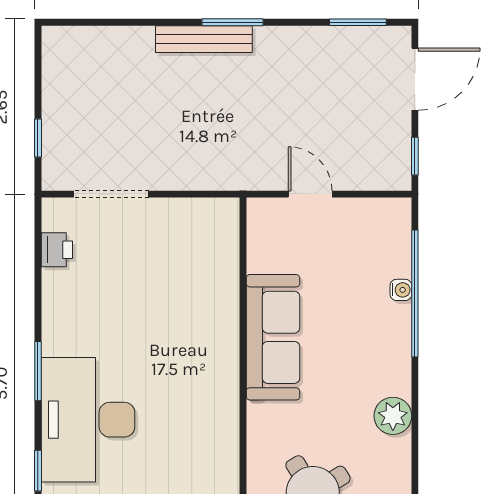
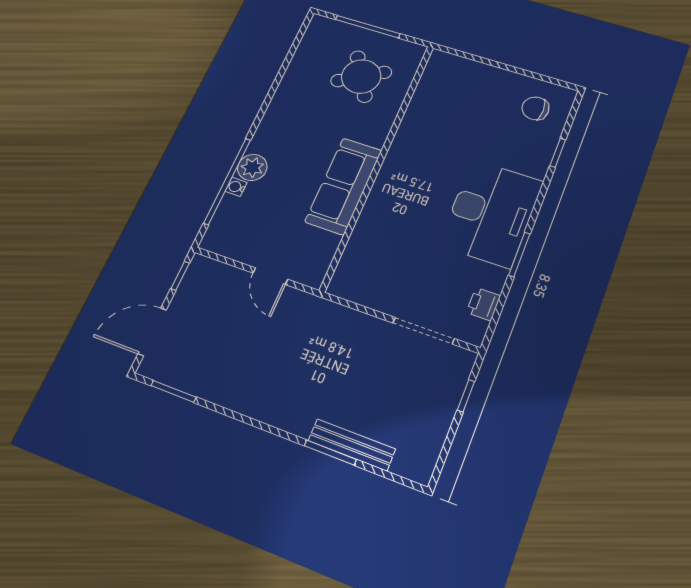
window: (232, 22) -> (330, 453), moved
bench: (204, 39) -> (352, 445), moved
window: (38, 371) -> (519, 254), moved
plant: (393, 416) -> (252, 167), moved
desk: (88, 420) -> (491, 213), moved

